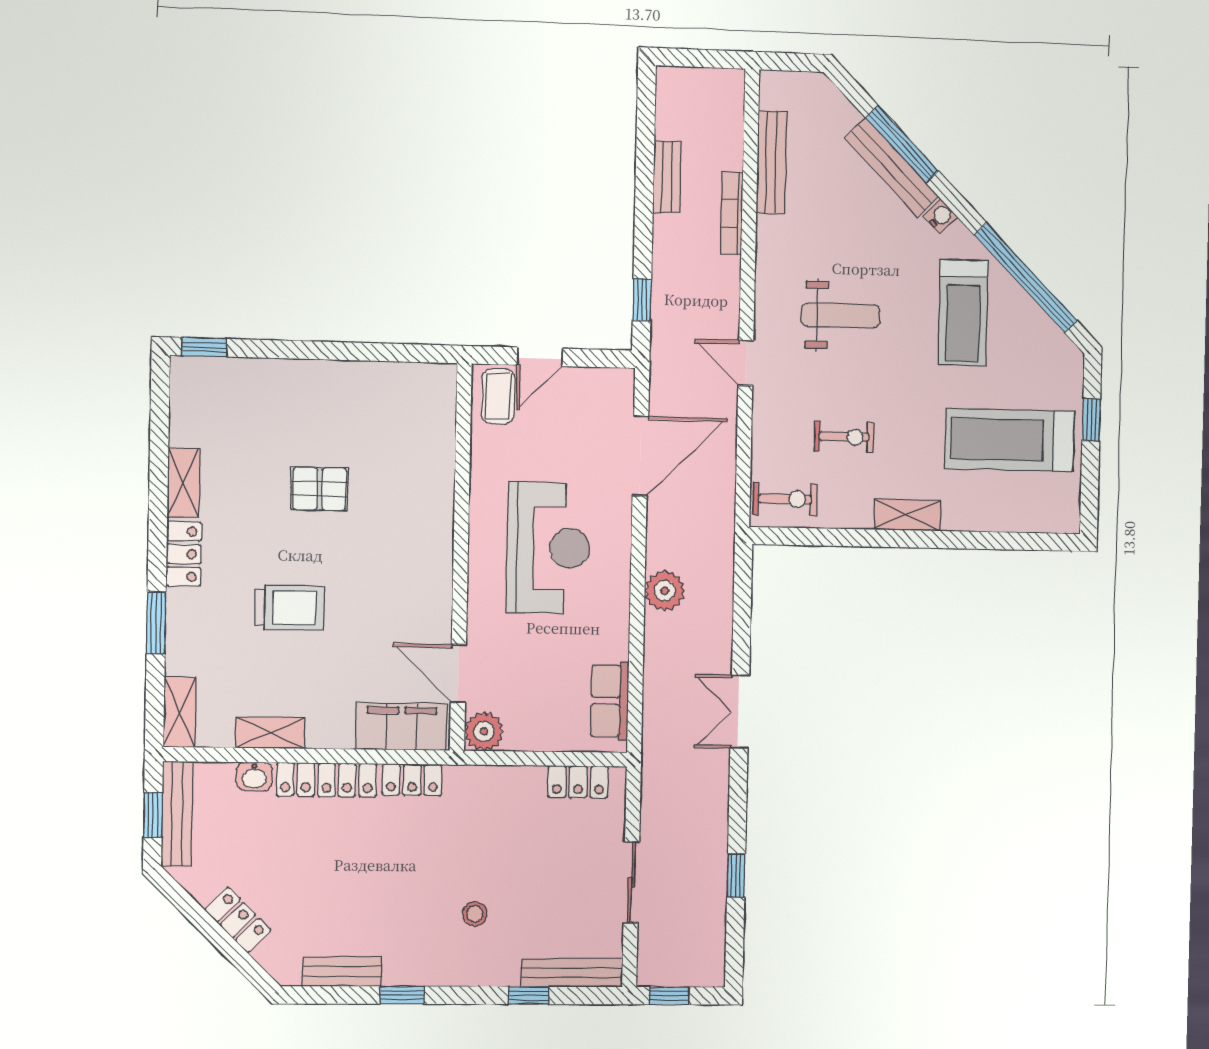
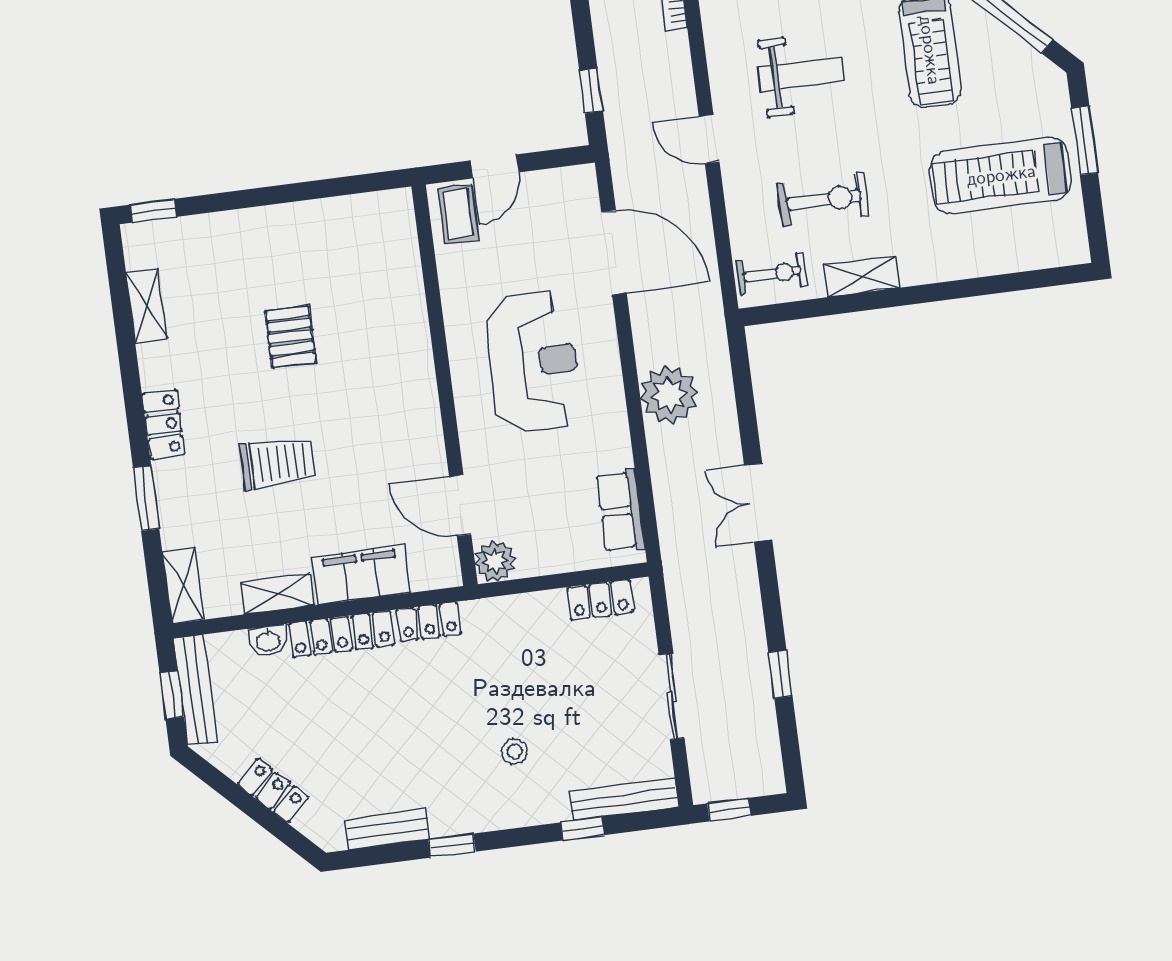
window: (1091, 420) -> (1085, 141), width x1.50
exercise bike: (844, 437) -> (824, 200), width x1.38, depth x1.39
door: (640, 456) -> (614, 252), hinge flipped
shelving: (183, 483) -> (146, 306), moved
pallet: (320, 489) -> (290, 337), turned 90
shelving: (907, 515) -> (862, 276), moved
plant: (665, 591) -> (669, 395), width x1.36, depth x1.36
filing cabinet: (402, 727) -> (361, 575), moved

